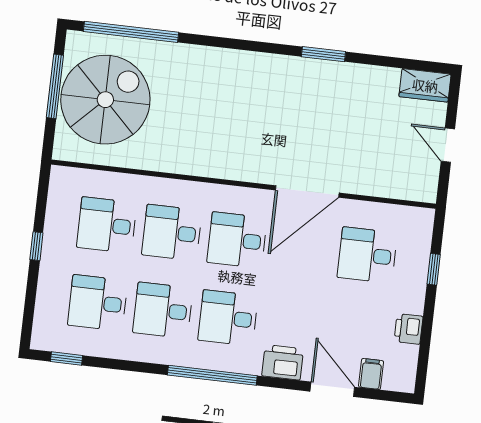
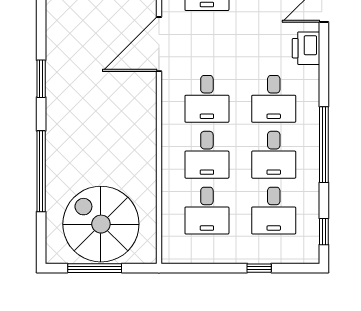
window: (131, 32) -> (41, 171), moved
window: (323, 54) -> (41, 79), moved
door: (307, 192) -> (159, 44), swing flipped
window: (36, 246) -> (259, 268), moved
window: (212, 375) -> (324, 145), moved

